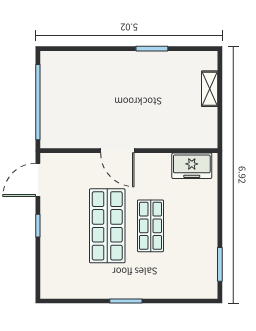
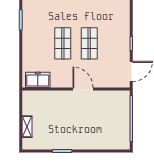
shop shelf: (107, 226) -> (89, 43), width x0.70, depth x0.74

